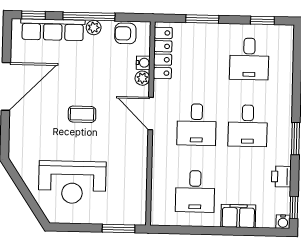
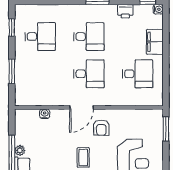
armchair: (125, 33) -> (101, 128), moved
locker: (163, 53) -> (37, 100), removed
plant: (142, 78) -> (56, 114), removed

